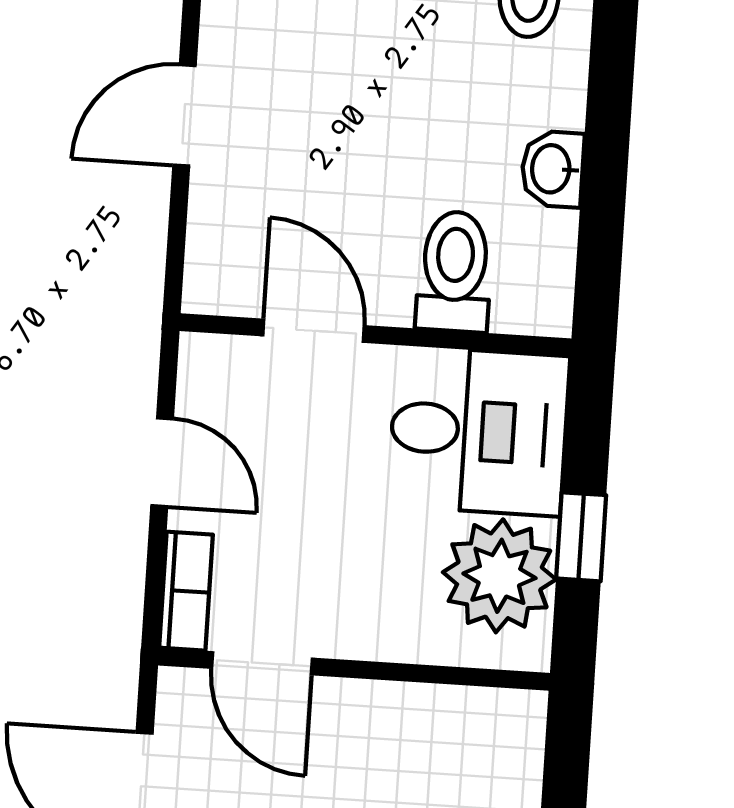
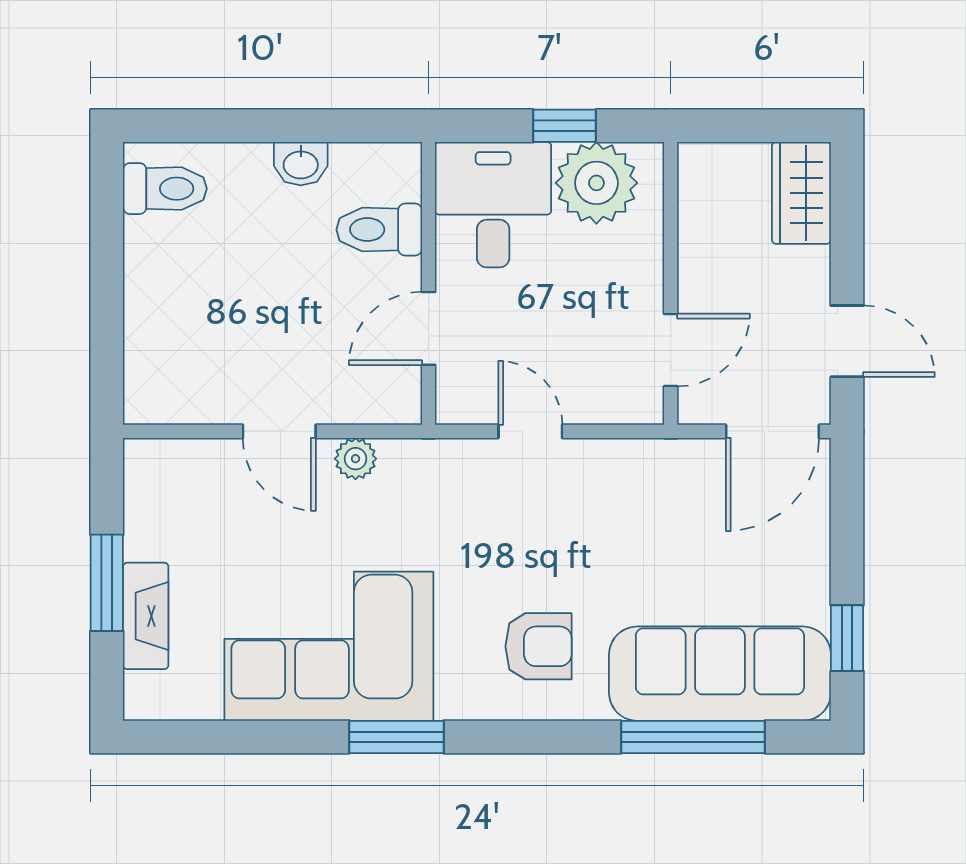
plant: (140, 218) -> (356, 459), added
door: (162, 462) -> (530, 431), hinge flipped
bookcase: (186, 591) -> (622, 408), removed

